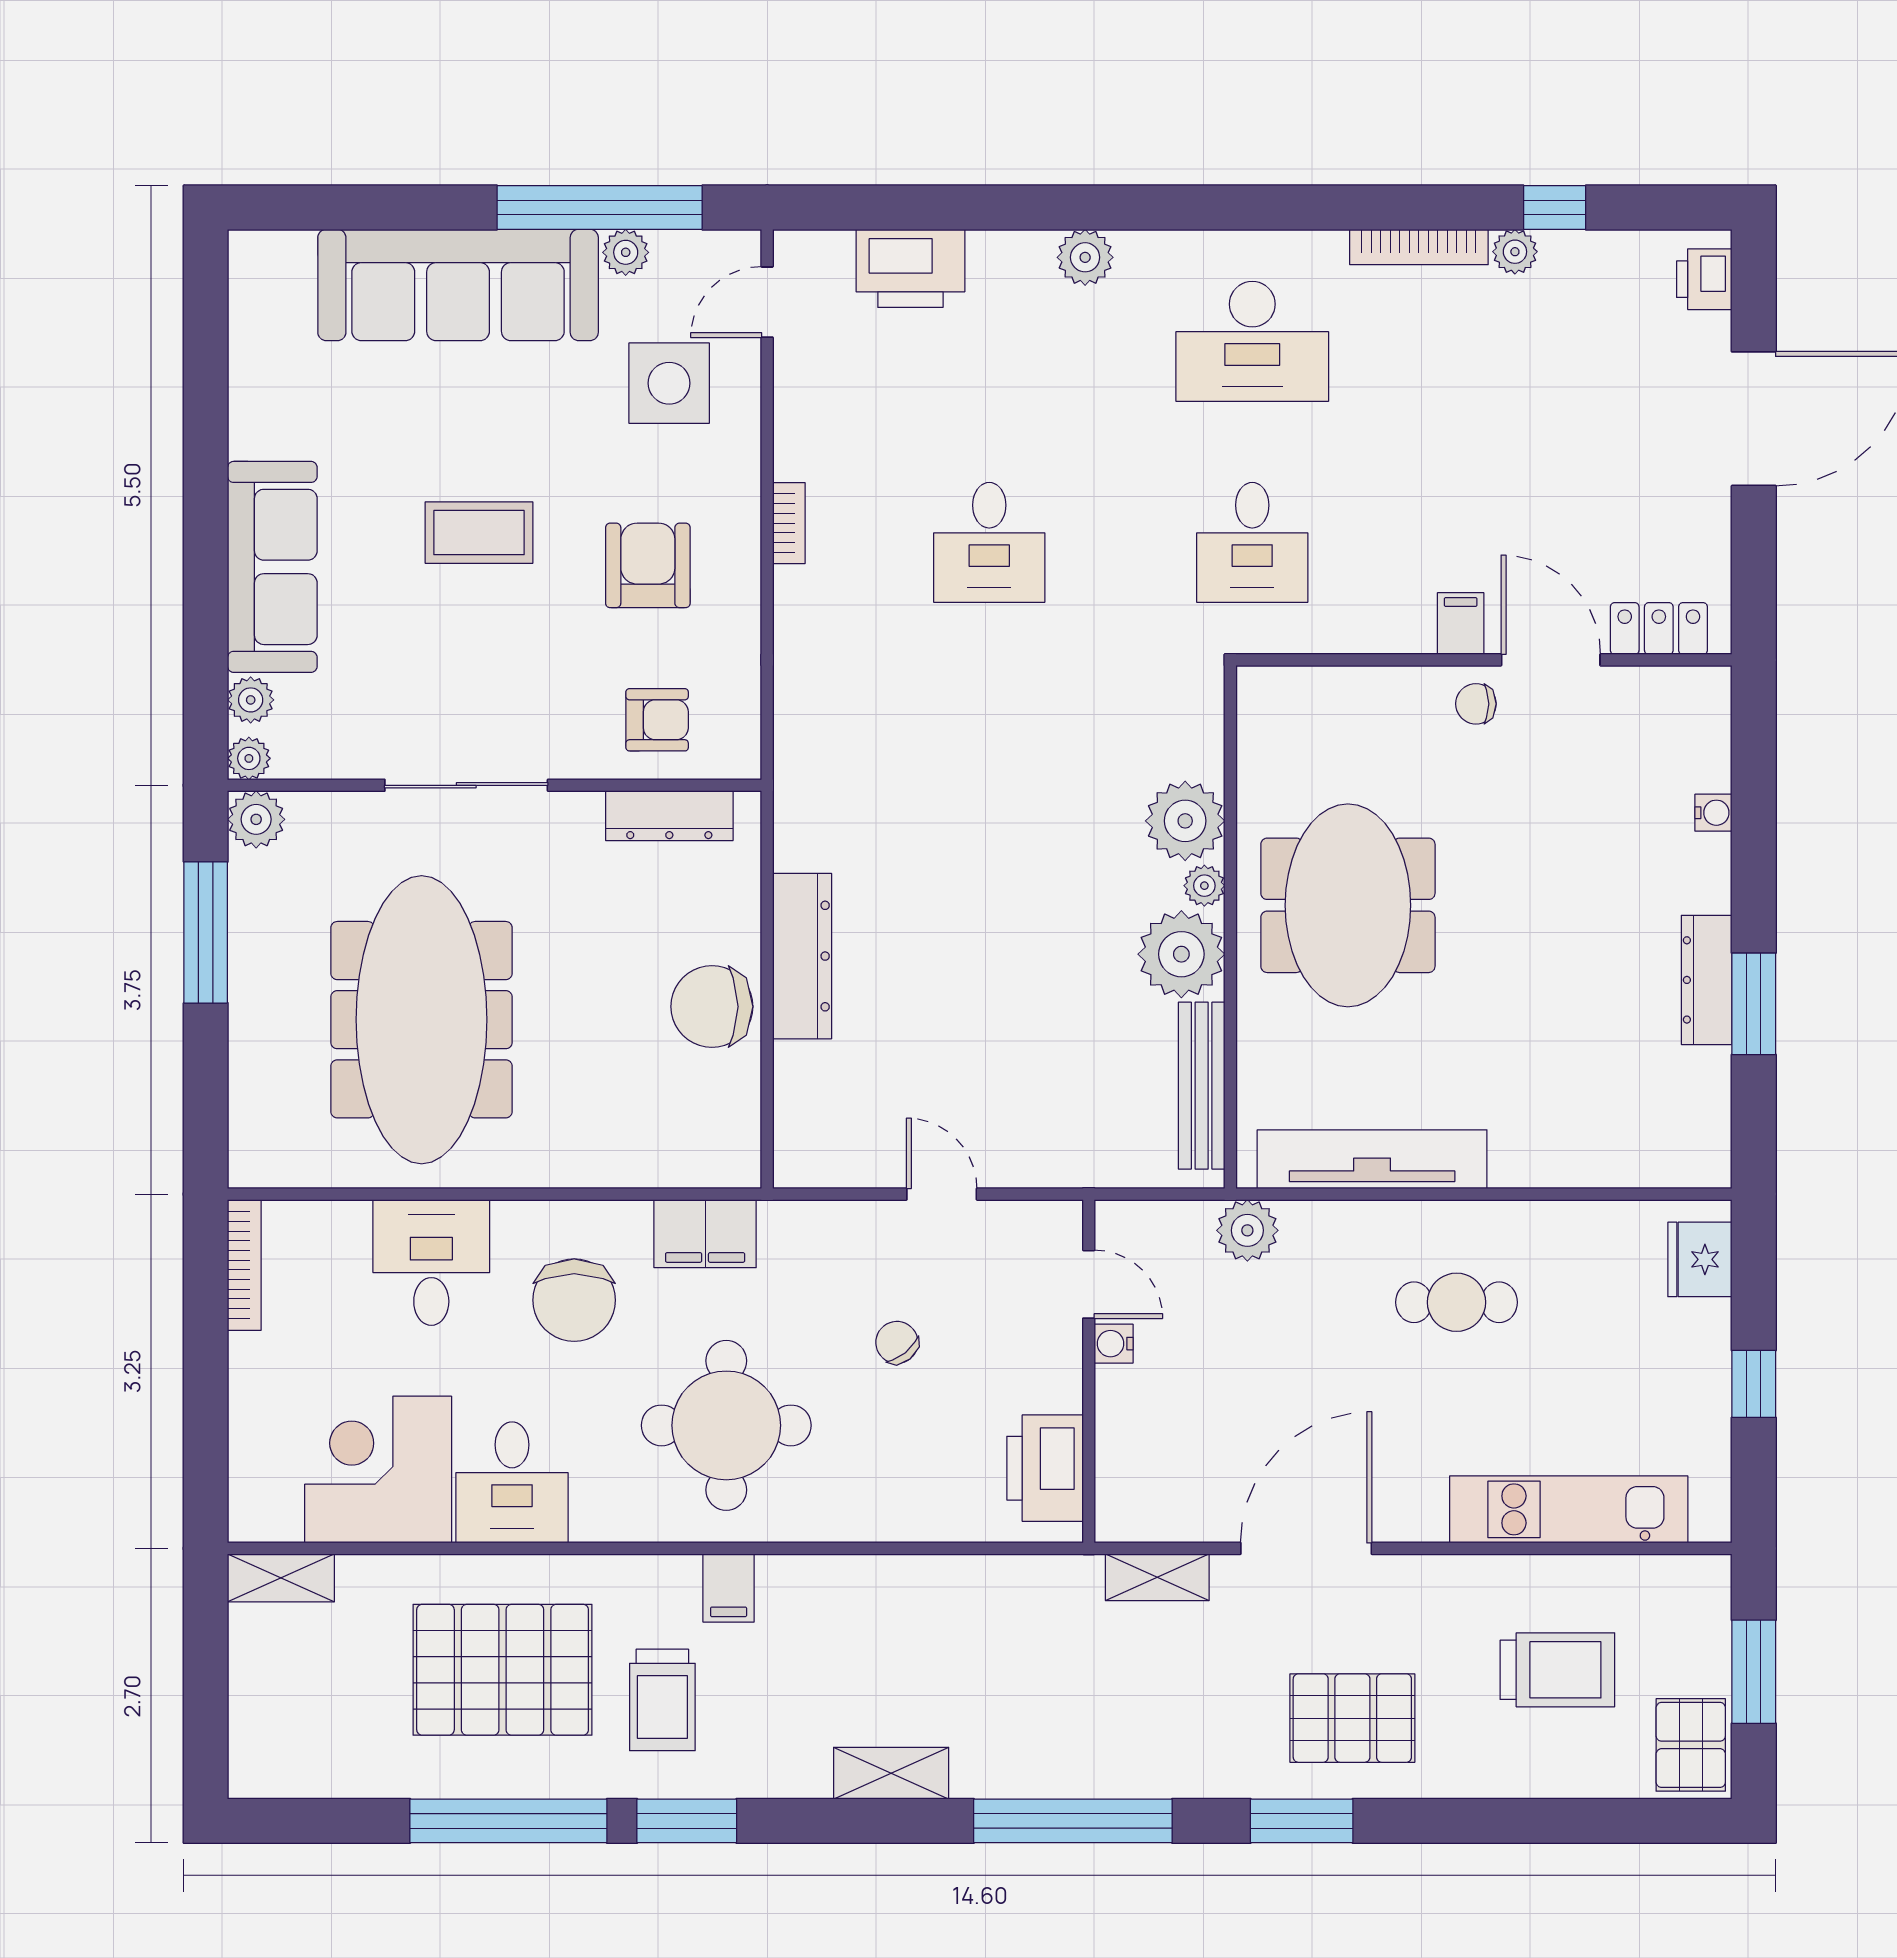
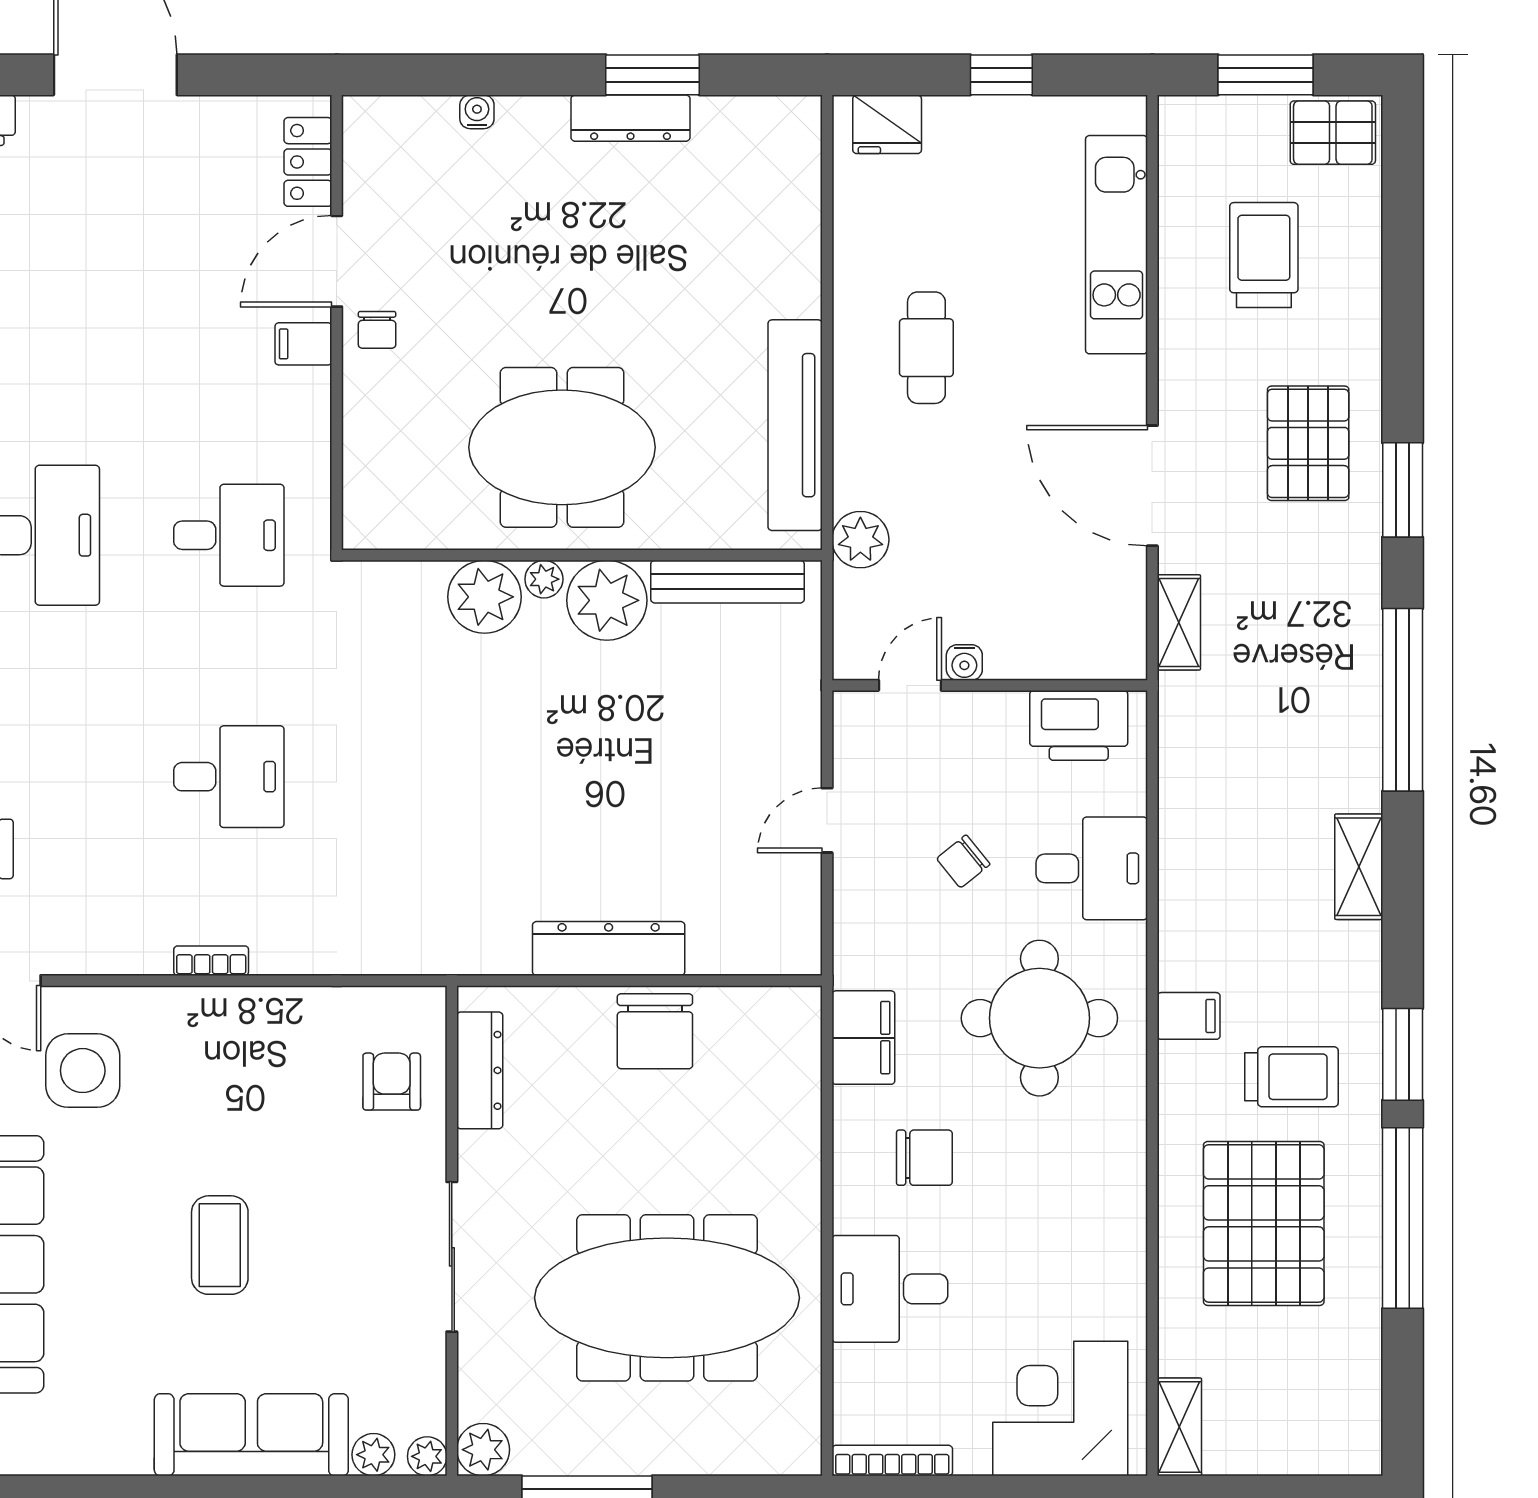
armchair: (648, 565) -> (250, 1090), removed
chair: (574, 1300) -> (924, 1158), width x0.73, depth x0.73
corner desk: (378, 1470) -> (1060, 1409), moved, turned 90
desk: (512, 1482) -> (1092, 868), moved

